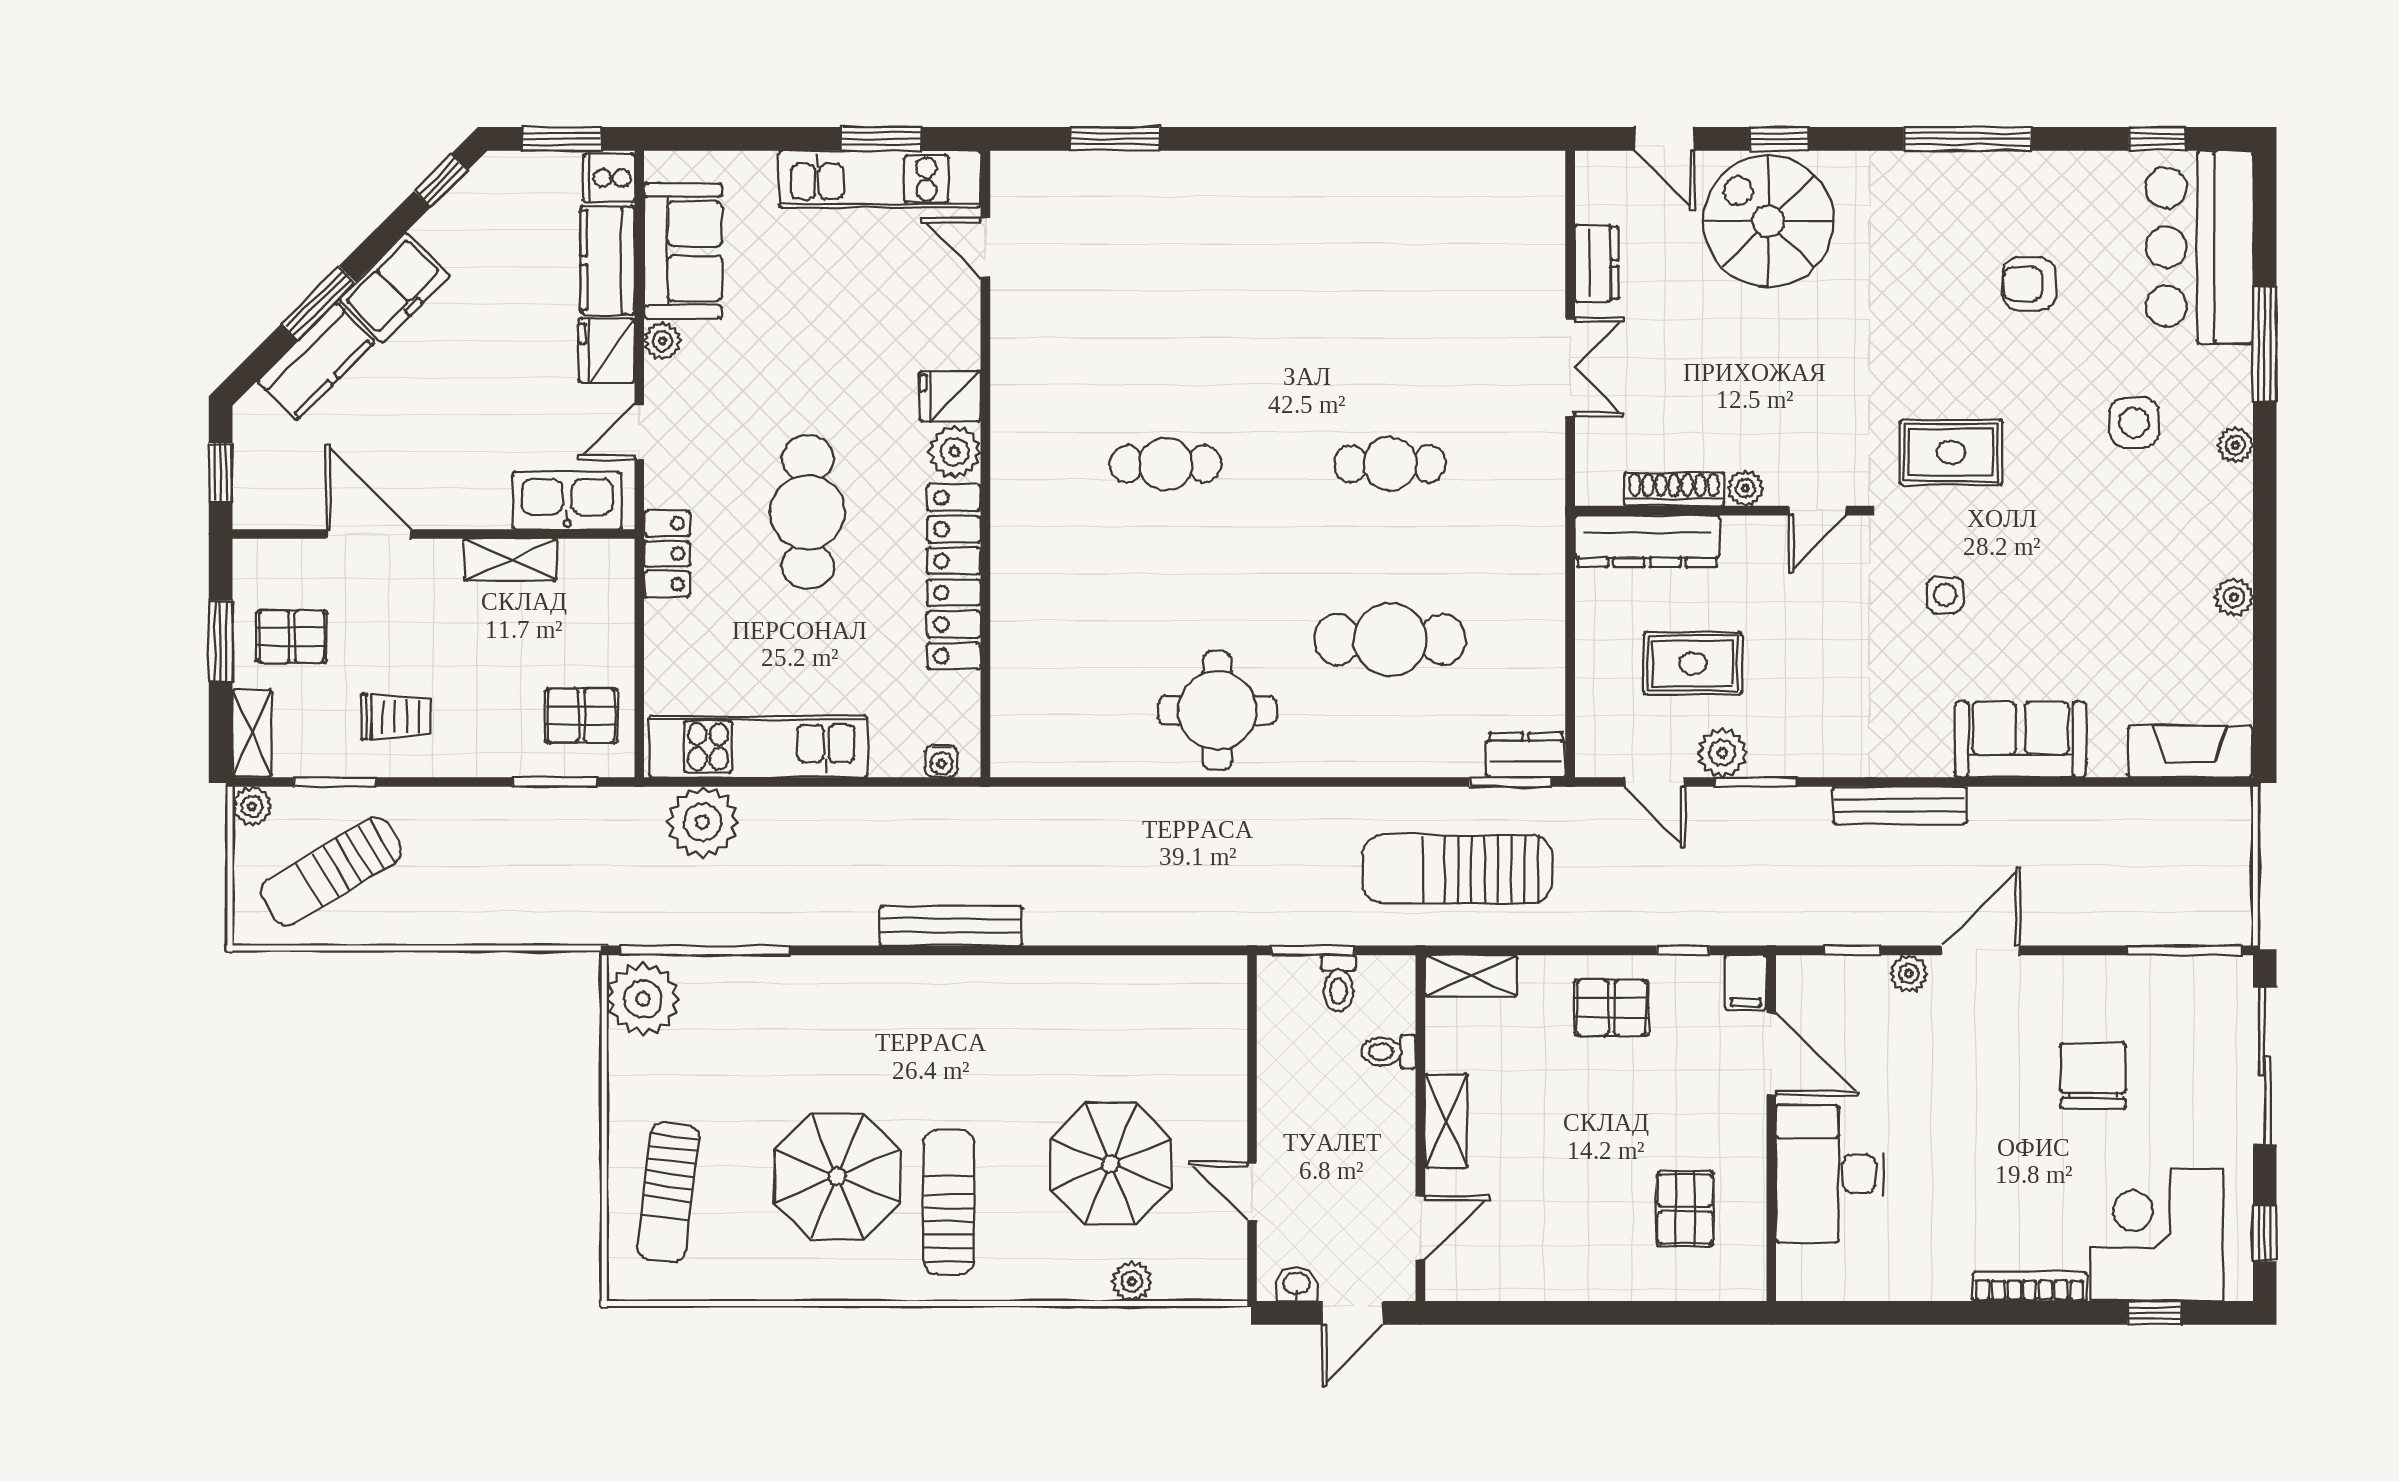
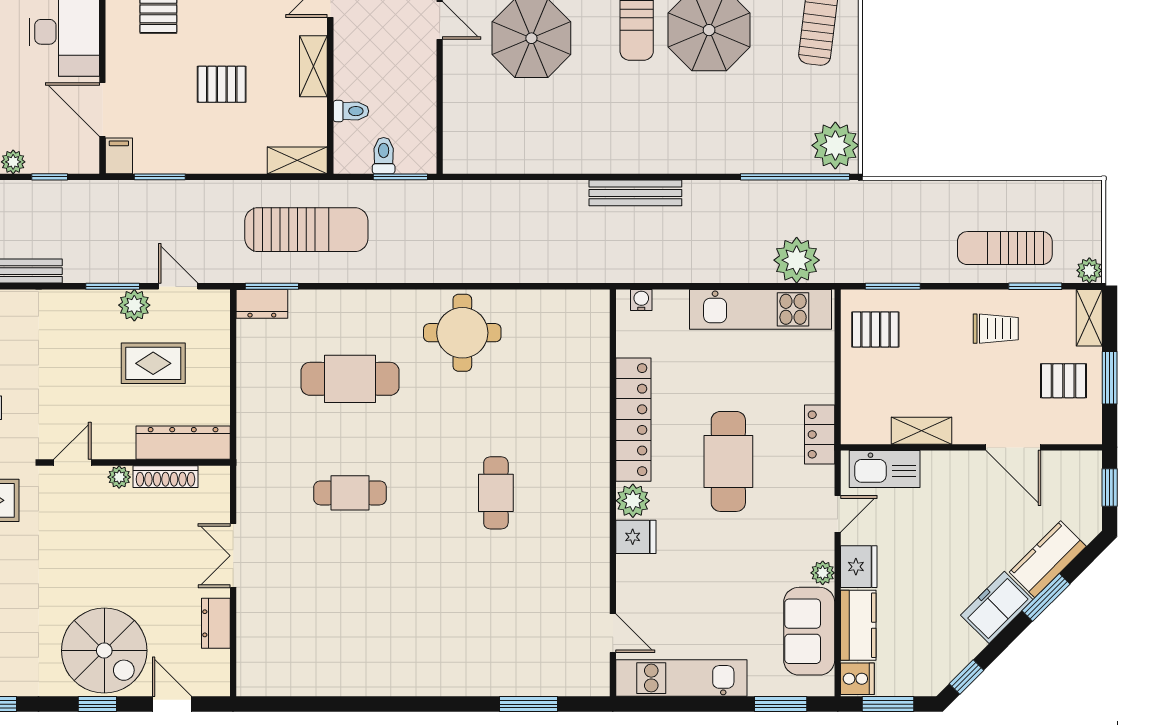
window: (881, 139) -> (781, 704), moved
cafe table: (1165, 464) -> (496, 493), turned 90
trolley: (396, 717) -> (996, 329), turned 180
sun lounger: (331, 871) -> (1005, 248), moved, turned -149
window: (1683, 950) -> (160, 177), width x1.50
pallet: (1611, 1008) -> (222, 84), moved

